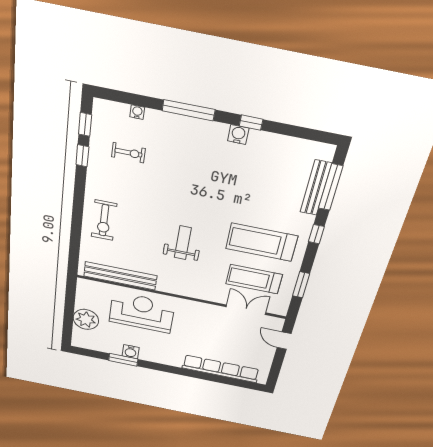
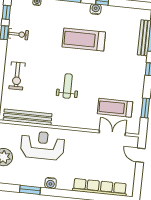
exercise bike: (128, 153) -> (18, 34), moved
treadmill: (262, 242) -> (84, 40), moved
water cooler: (131, 352) -> (51, 183), moved

